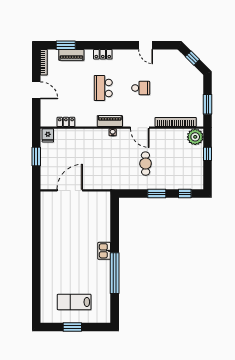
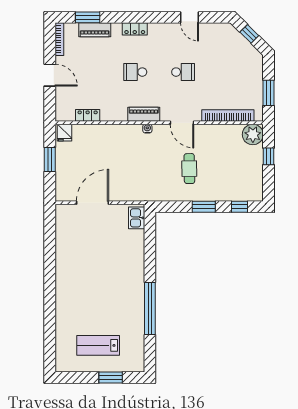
school desk: (103, 88) -> (135, 72), width x0.54
kitchen sink: (104, 251) -> (137, 218), moved
window: (72, 327) -> (111, 377), moved

